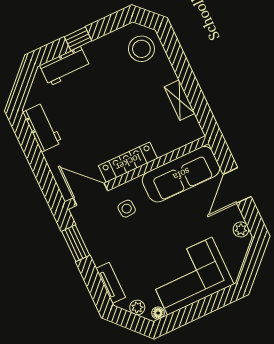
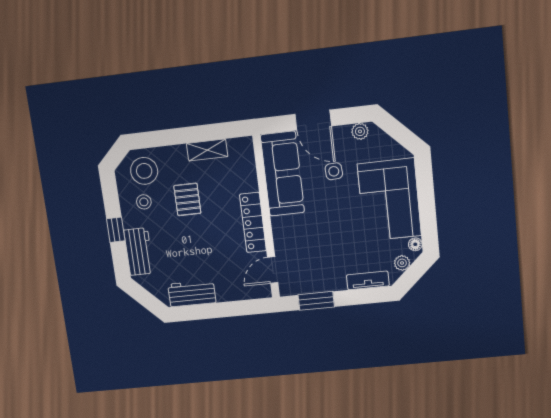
stool: (113, 57) -> (144, 202), added
pallet: (129, 96) -> (187, 199), added
door: (91, 194) -> (273, 270), width x0.73
side table: (127, 209) -> (334, 171), moved

